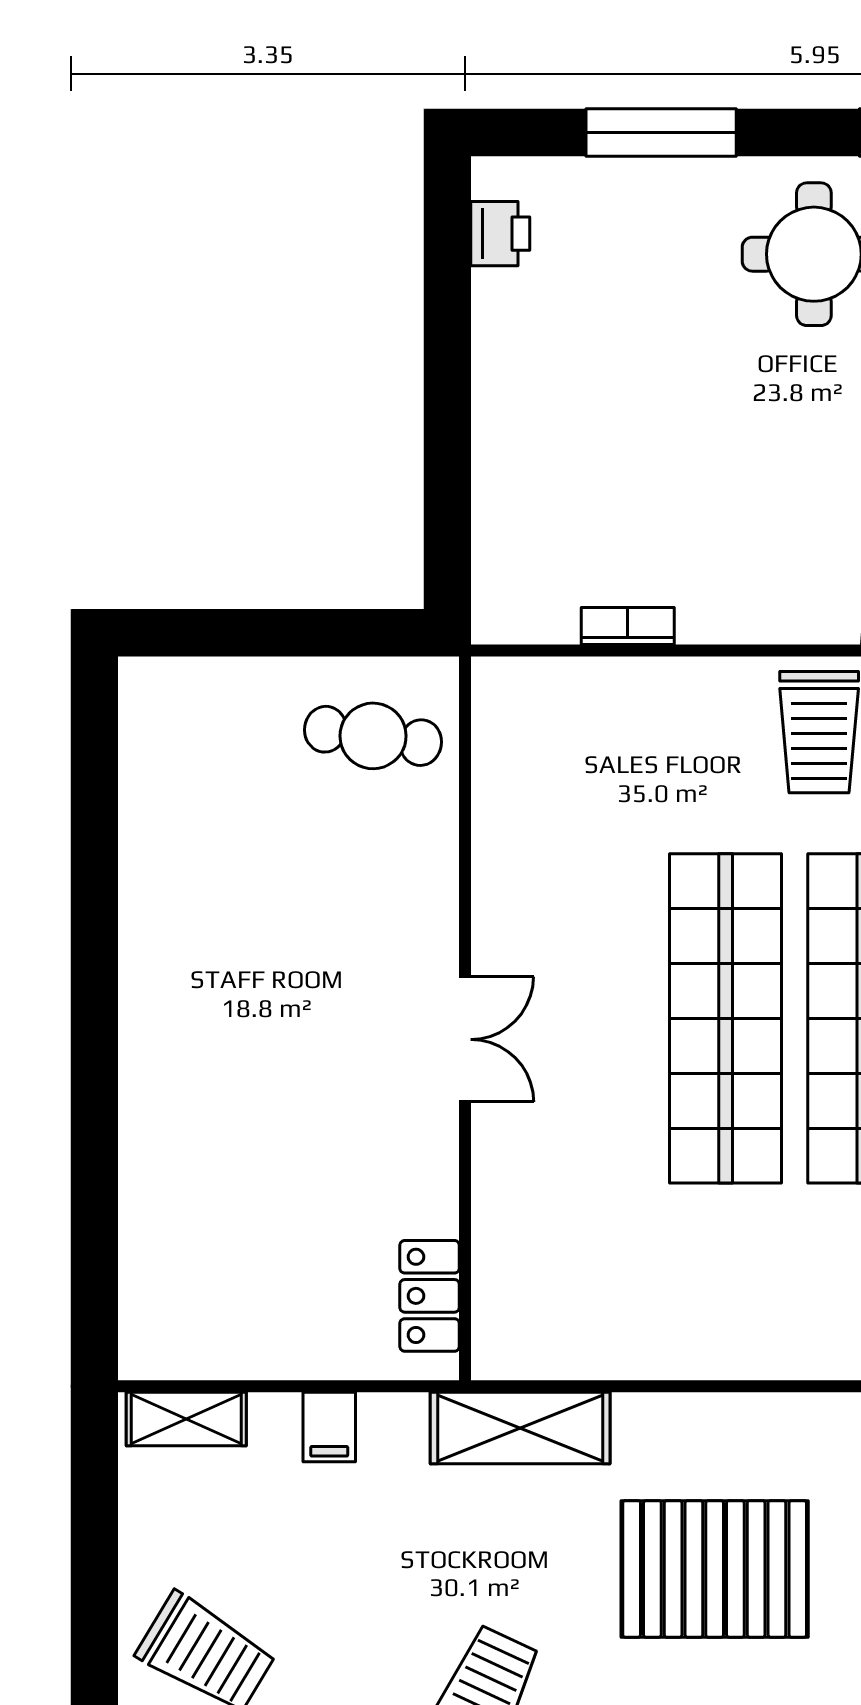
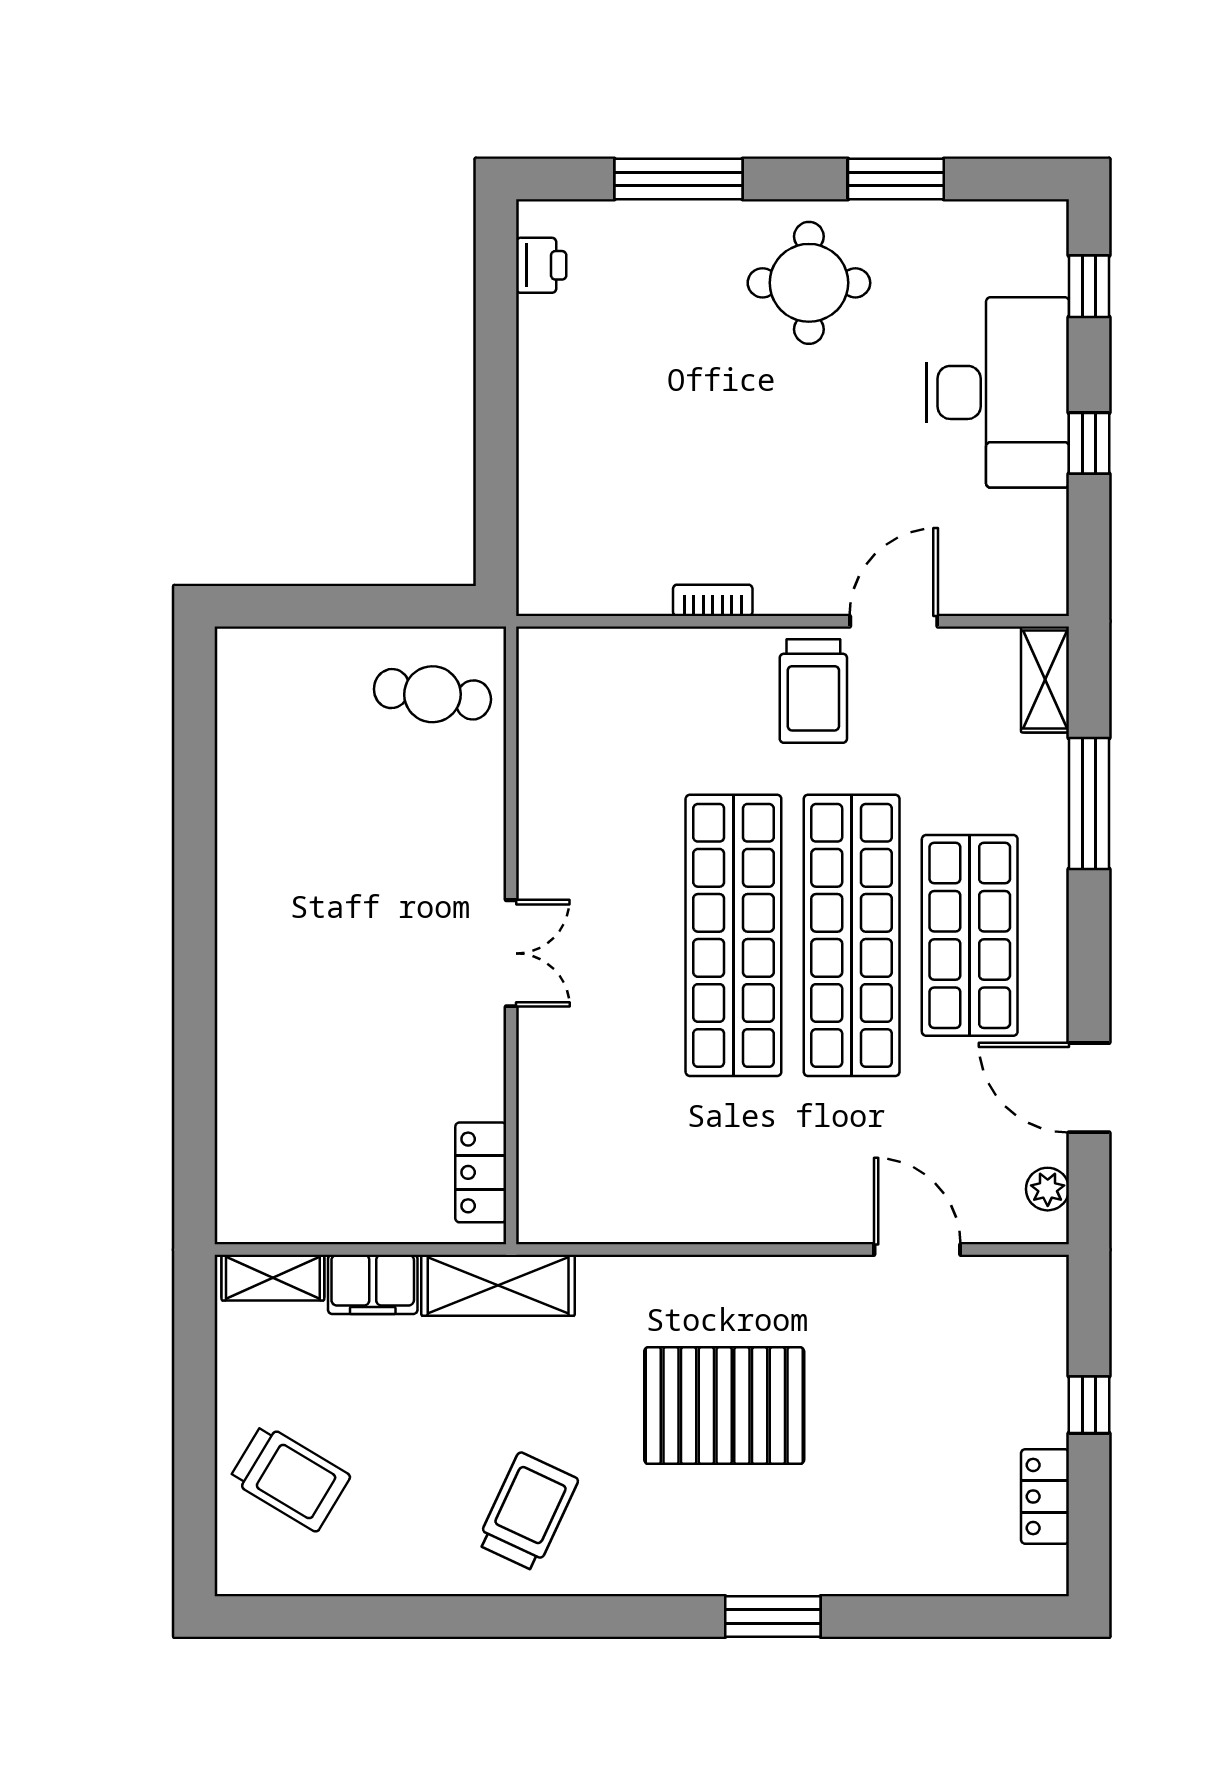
bookcase: (628, 626) -> (713, 600), moved
filing cabinet: (329, 1427) -> (373, 1284), width x2.00
shelving: (520, 1428) -> (498, 1285), moved

